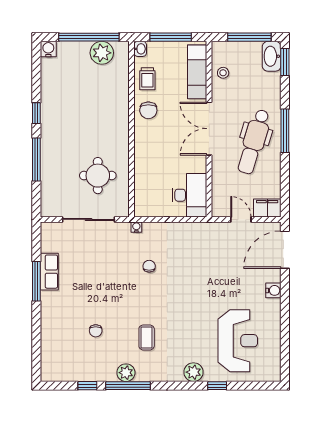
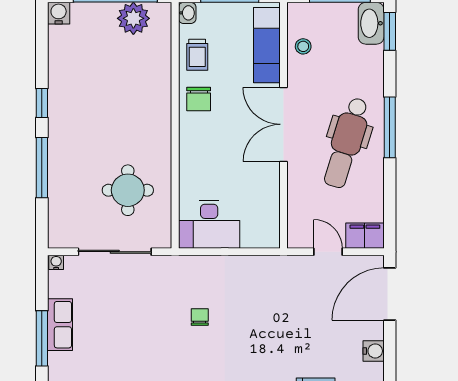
desk: (189, 195) -> (209, 224), moved, turned 90
water cooler: (136, 227) -> (56, 262), moved

